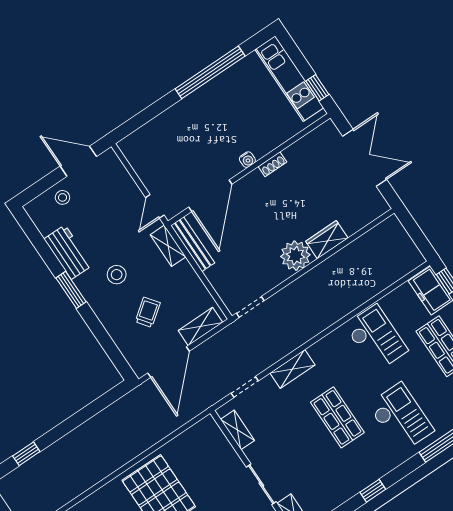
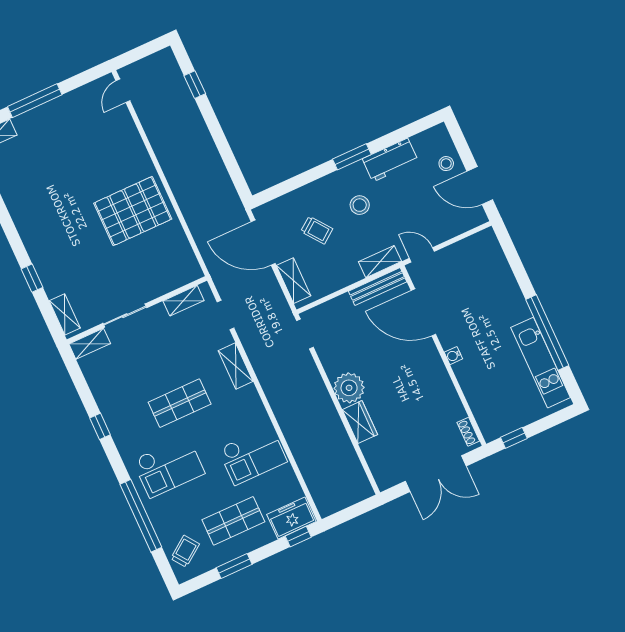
kitchen unit: (289, 79) -> (541, 363), moved, turned -90
door: (78, 161) -> (480, 185), swing flipped
shoe rack: (272, 164) -> (468, 432), moved

